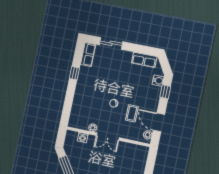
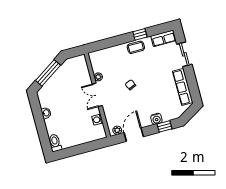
row of seats: (144, 60) -> (183, 87), width x1.48
water cooler: (158, 81) -> (156, 119), moved
coffee table: (132, 113) -> (136, 47), moved
washing machine: (83, 138) -> (97, 120), moved

